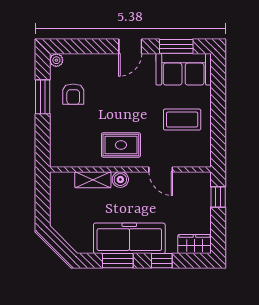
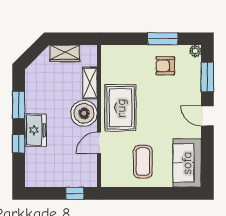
window: (176, 46) -> (207, 77), moved
rug: (121, 145) -> (121, 108), width x1.36, depth x1.43
boiler: (120, 180) -> (84, 113), width x1.86, depth x1.86
freezer: (129, 238) -> (36, 130), width x0.52, depth x0.79
wardrobe: (194, 244) -> (65, 53), moved, turned 90

